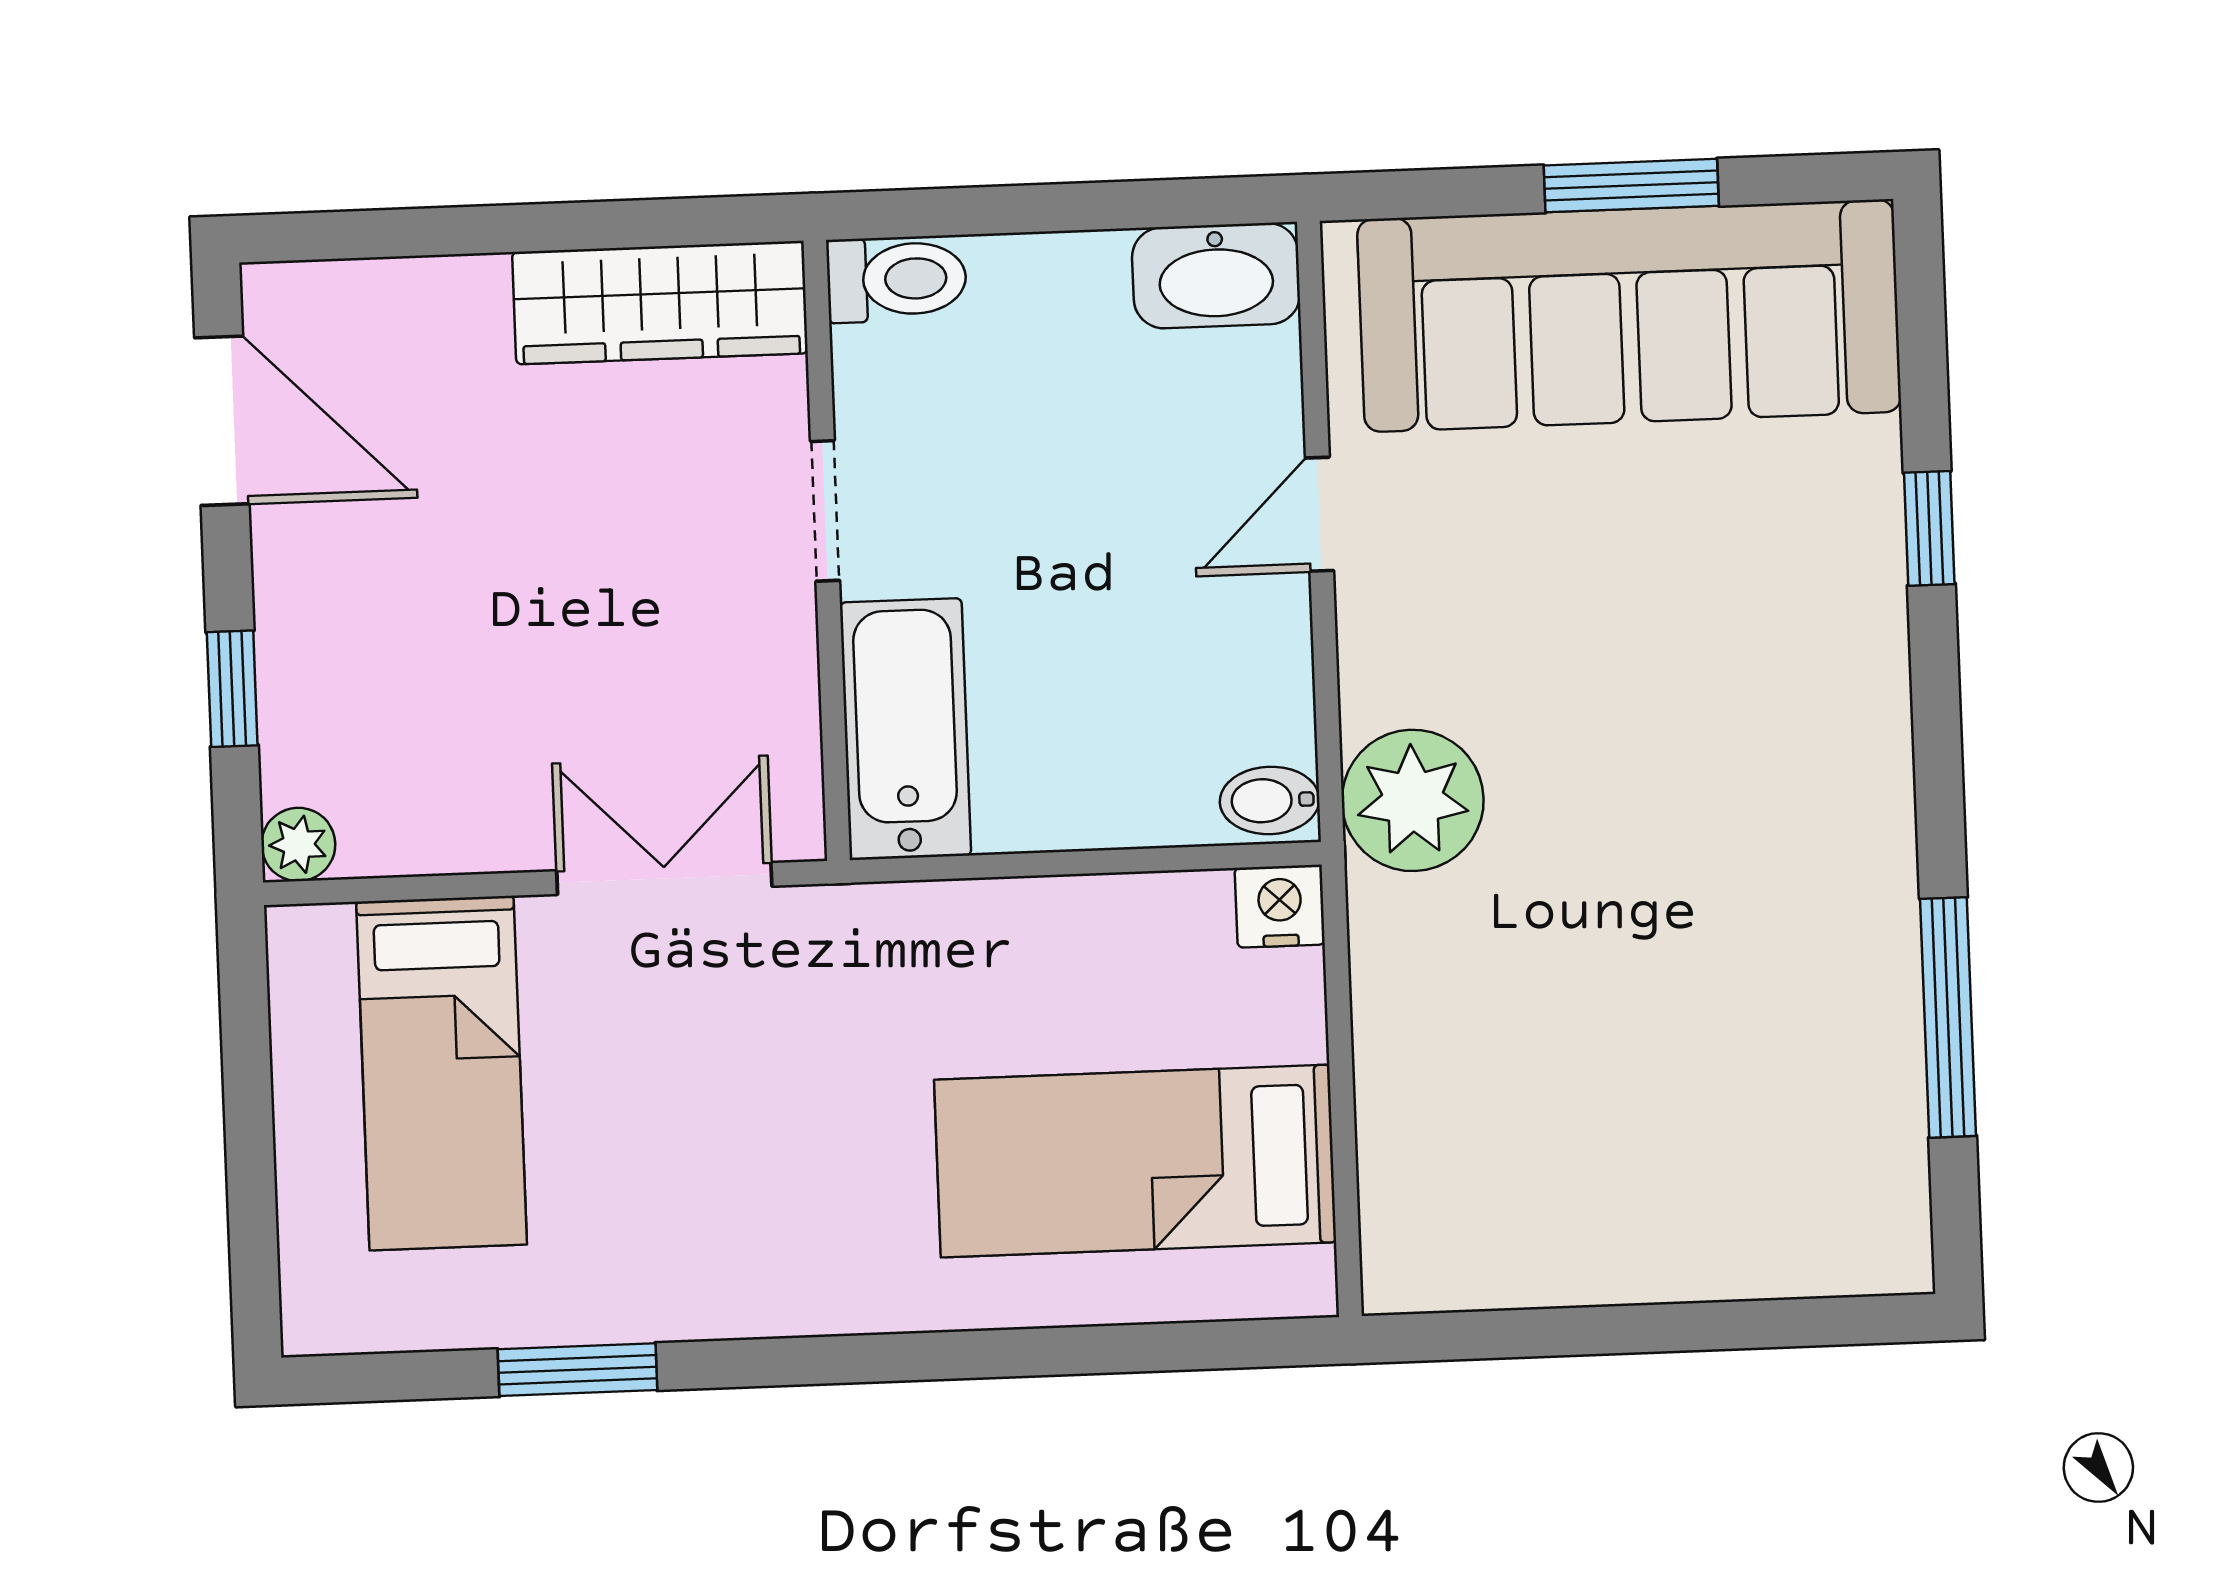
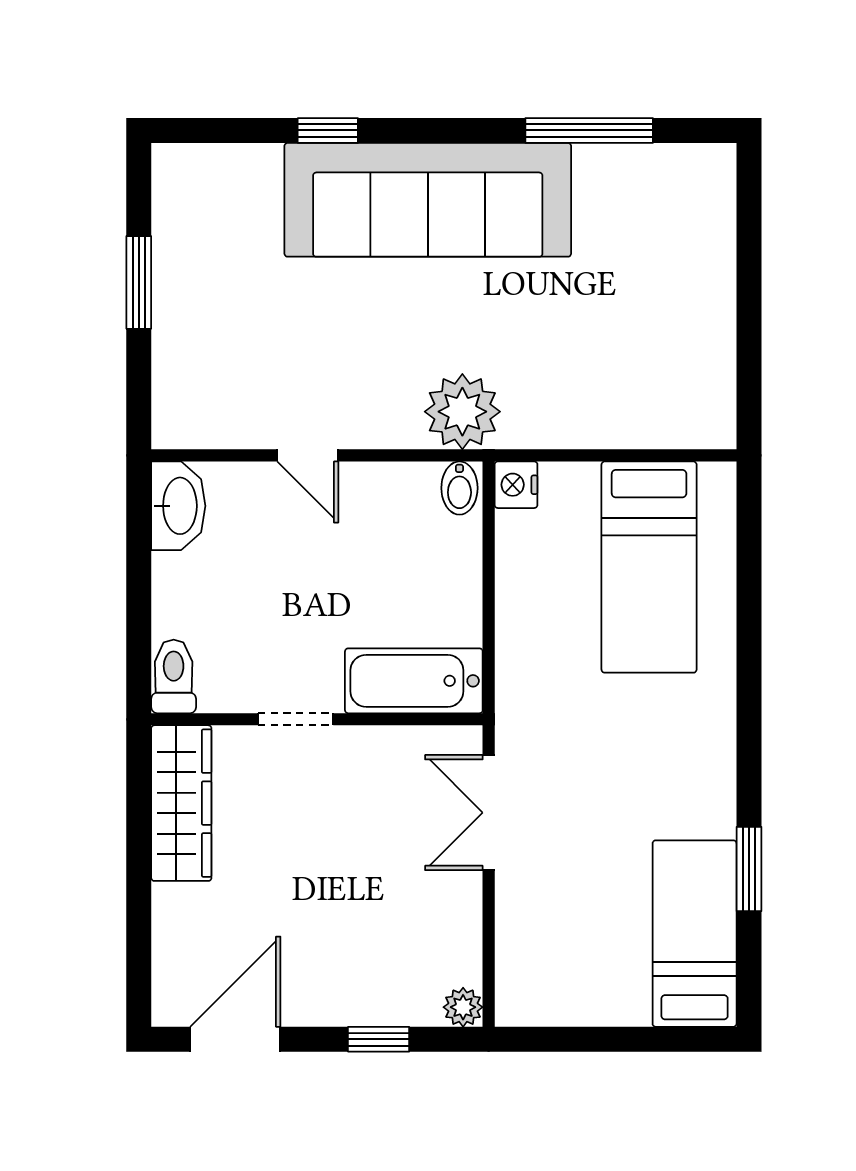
sofa: (1629, 316) -> (428, 200), moved, turned 90
bed: (442, 1073) -> (695, 934), moved, turned -90

